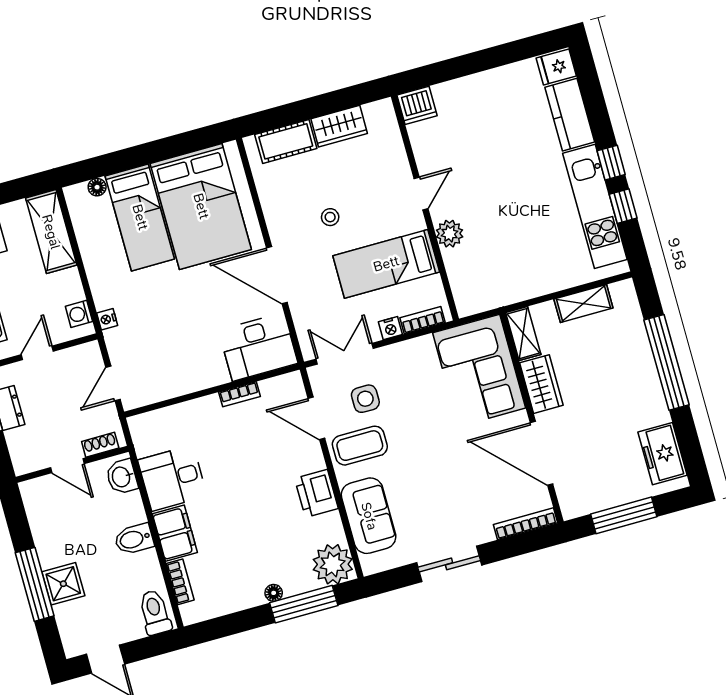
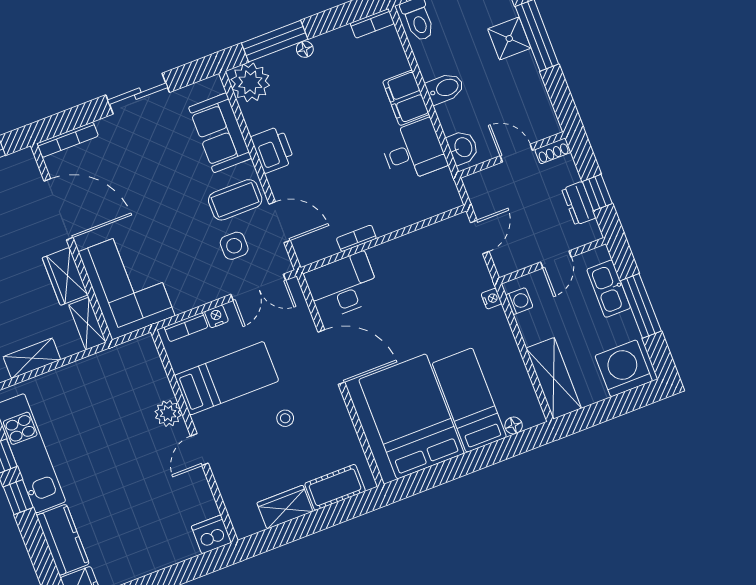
shoe rack: (100, 445) -> (553, 151), moved
bookcase: (180, 582) -> (372, 23), moved, turned -90

